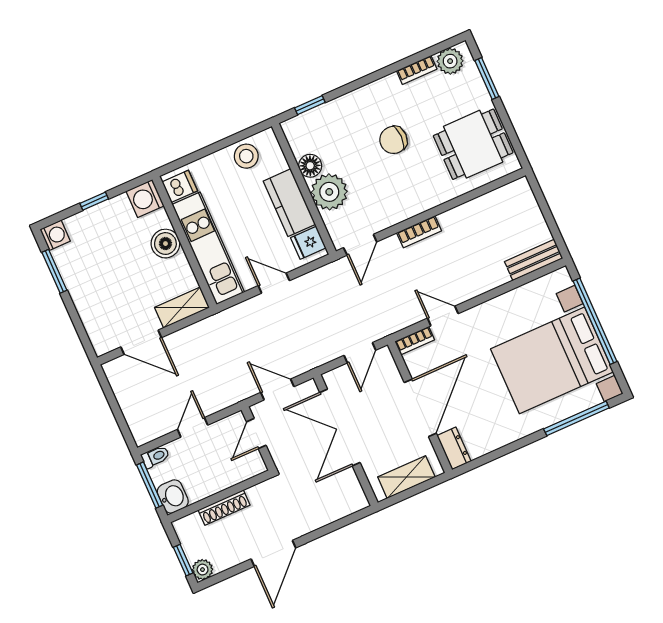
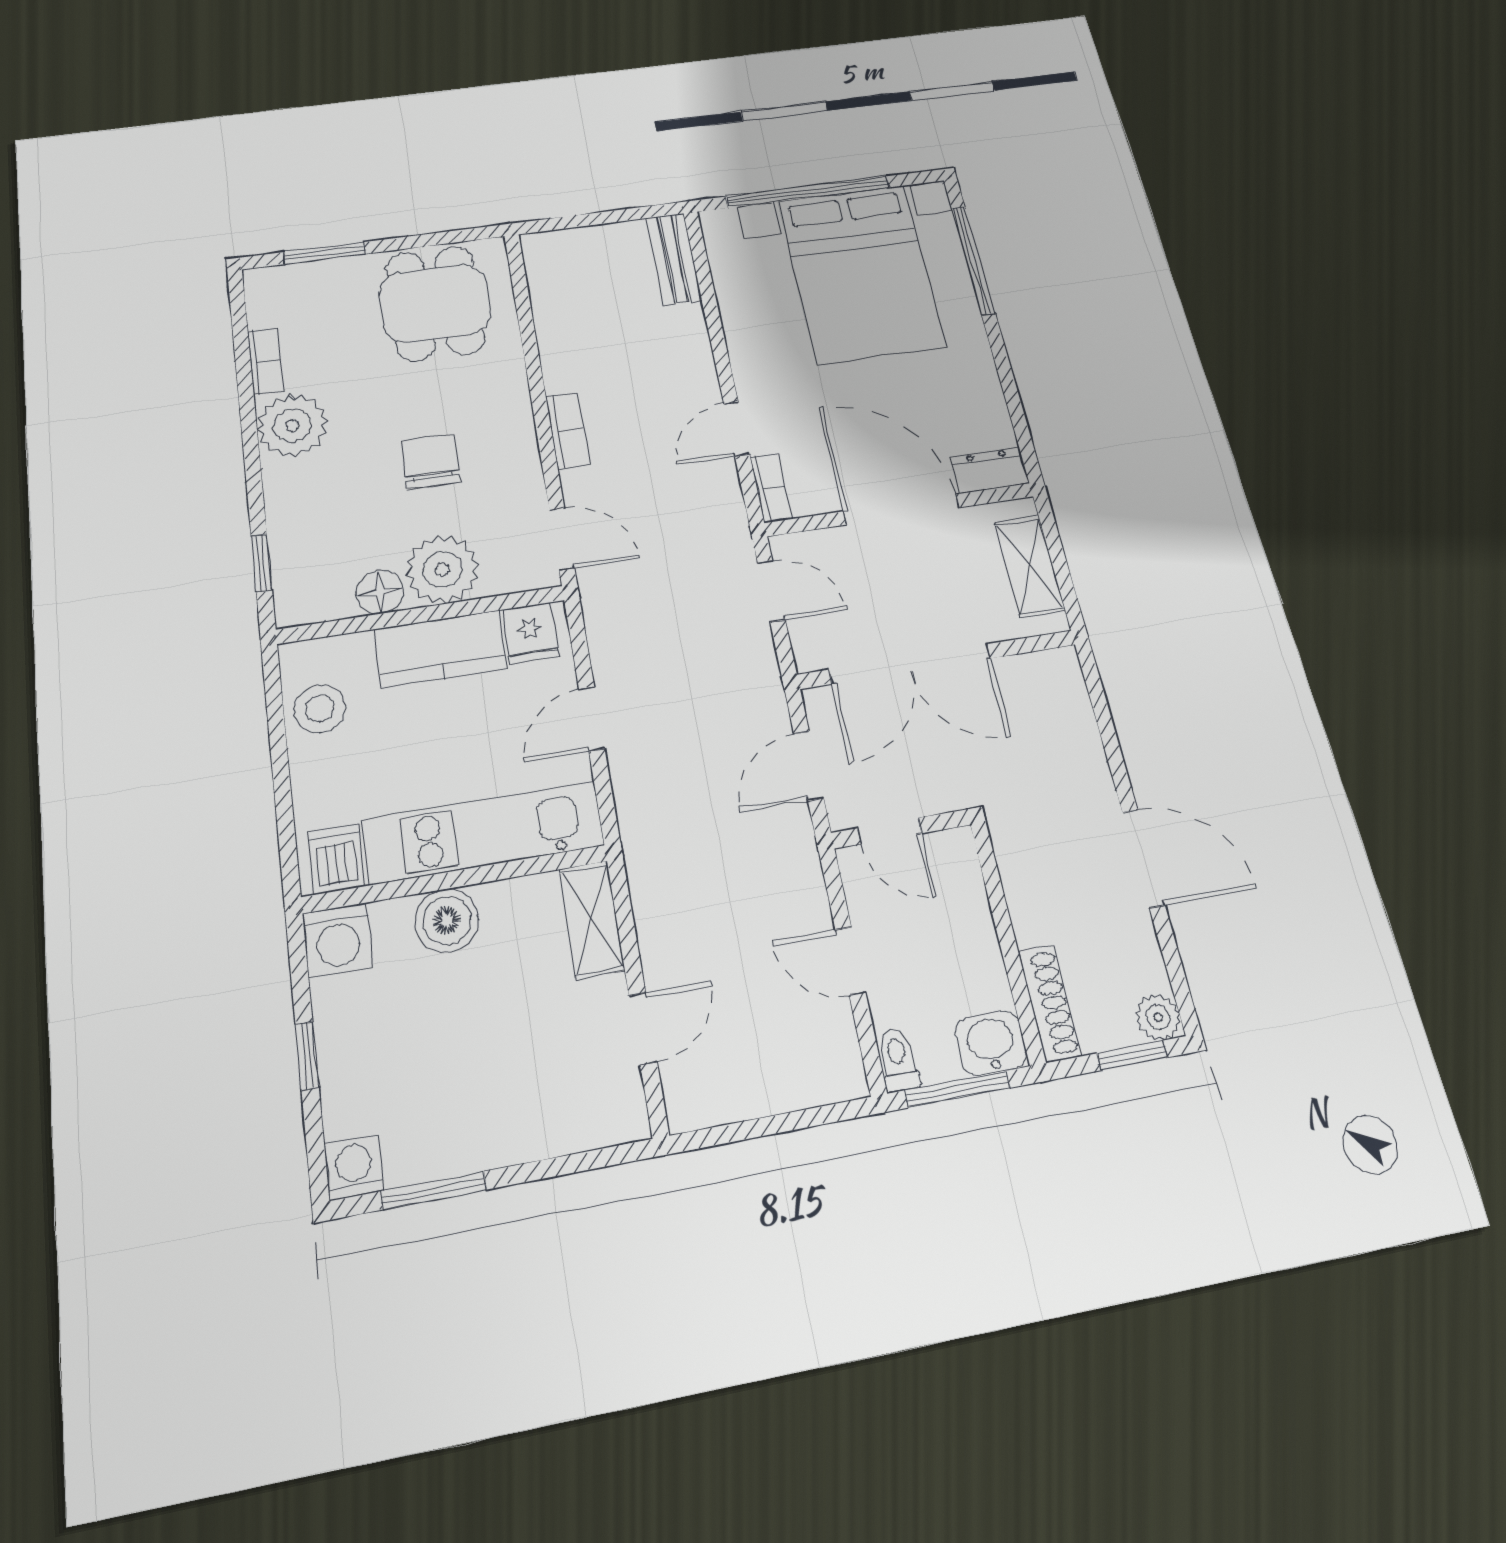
plant: (450, 61) -> (292, 425), moved, width x1.36, depth x1.36
chair: (393, 140) -> (431, 462), moved, turned 180
door: (141, 342) -> (643, 1028), width x0.73
shoe rack: (224, 508) -> (1050, 1004), moved

